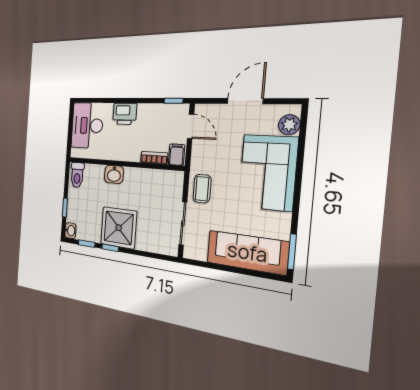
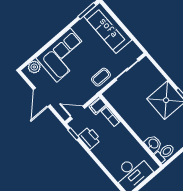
door: (245, 101) -> (42, 97), hinge flipped
printer: (125, 114) -> (90, 138), moved
door: (191, 126) -> (77, 112), hinge flipped
washbasin: (114, 174) -> (153, 144), moved

